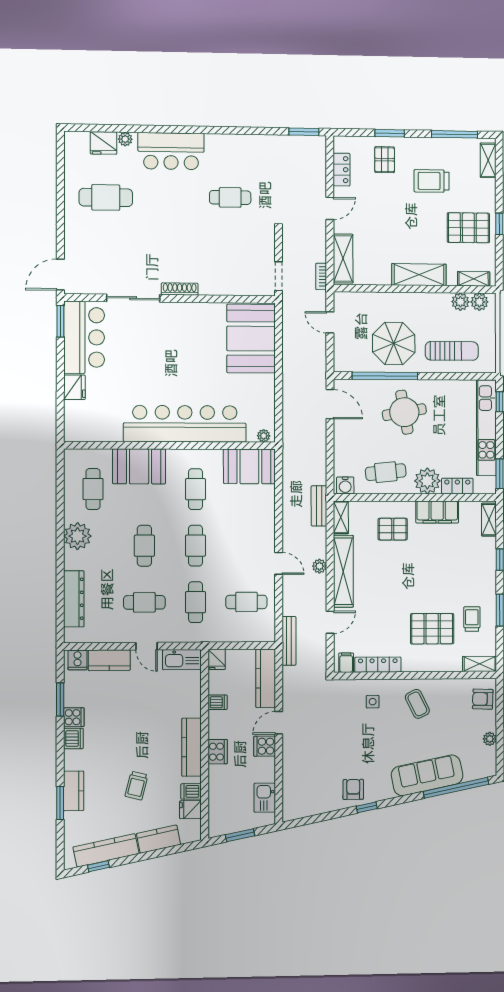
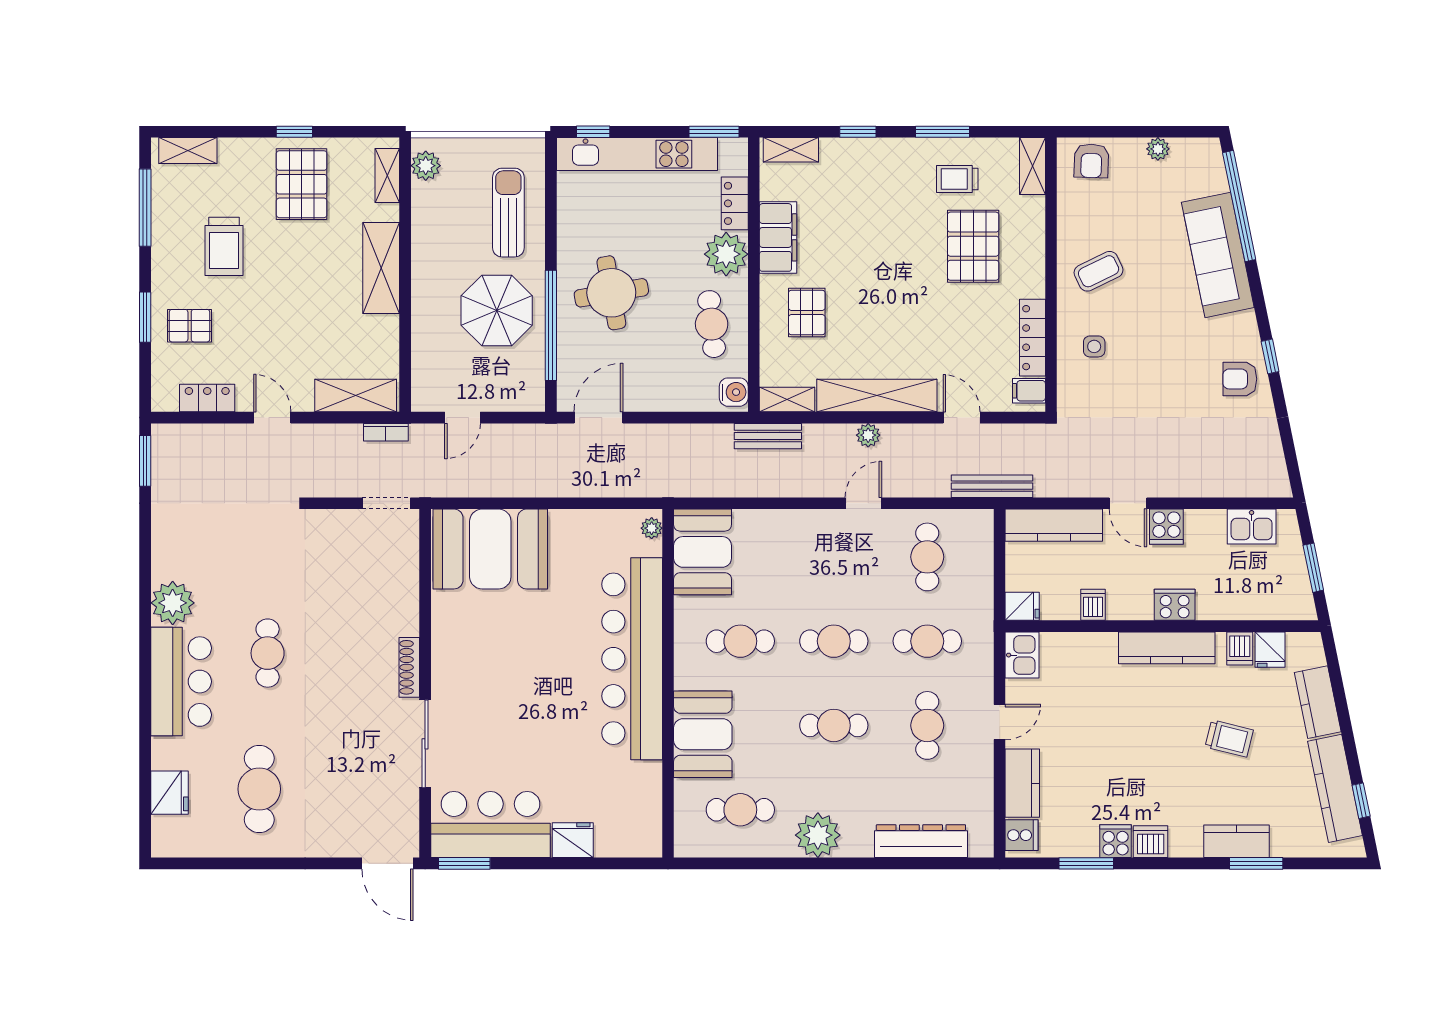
plant: (125, 139) -> (173, 603), moved, width x1.88, depth x1.88
cafe table: (230, 197) -> (268, 653), moved
plant: (460, 302) -> (426, 198), removed
kitchen sink: (182, 660) -> (1022, 655), width x0.73

